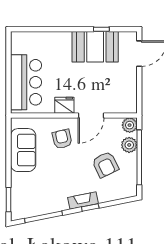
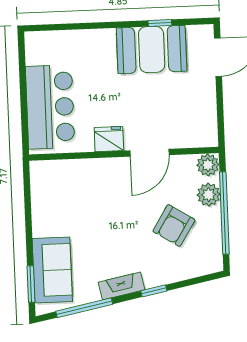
armchair: (62, 139) -> (108, 190), removed
sofa: (23, 150) -> (52, 270), moved
armchair: (105, 165) -> (174, 226), turned 58
fireplace: (83, 201) -> (121, 286), moved

